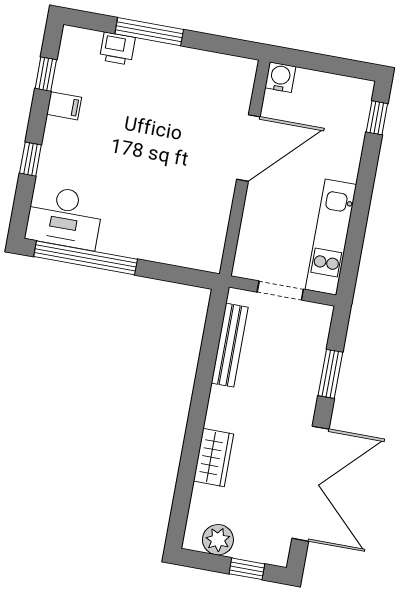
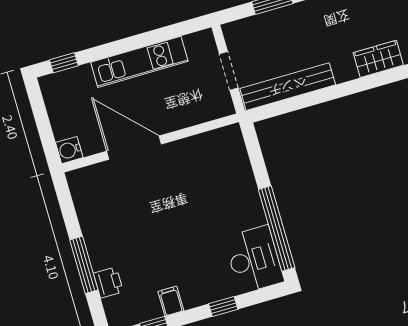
kitchen unit: (331, 237) -> (139, 62), moved
bench: (230, 345) -> (288, 87), width x1.37, depth x1.21

